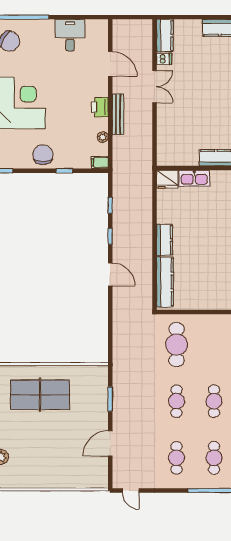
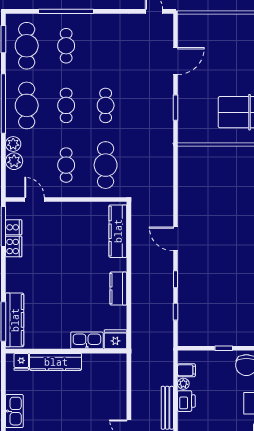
printer: (100, 107) -> (186, 401), moved
filing cabinet: (100, 162) -> (186, 370), moved
kitchen counter: (164, 240) -> (118, 289), moved
cafe table: (177, 458) -> (66, 165), moved

